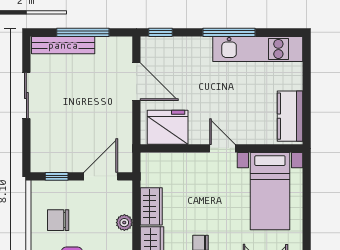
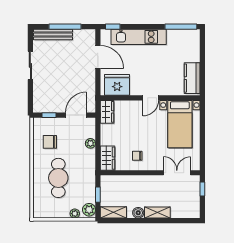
window: (229, 32) -> (181, 27), moved
kitchen unit: (258, 49) -> (139, 37), moved
door: (222, 148) -> (151, 98), swing flipped
wardrobe: (151, 206) -> (107, 112), moved

